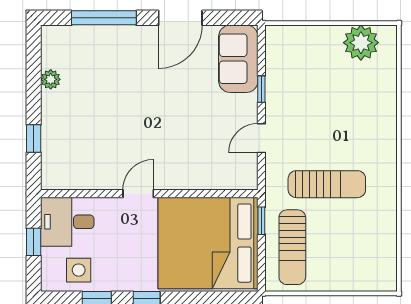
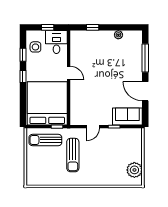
door: (261, 138) -> (93, 127), swing flipped

